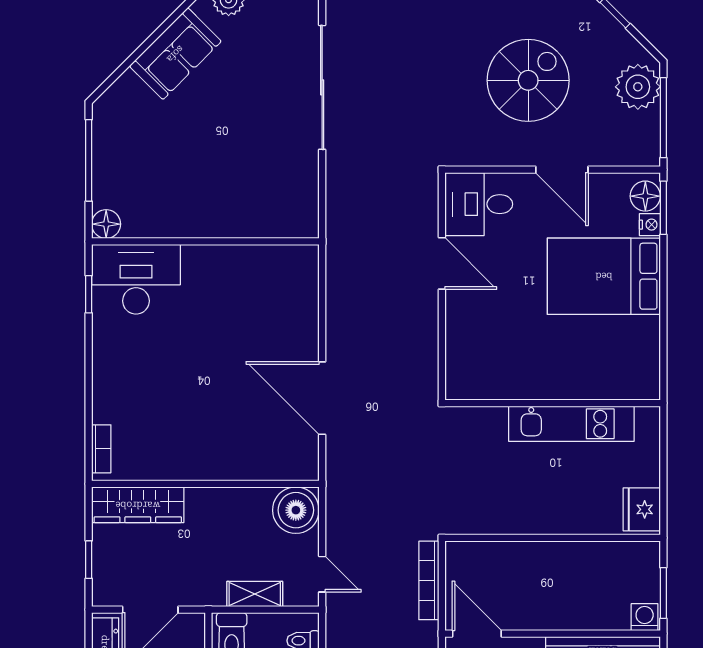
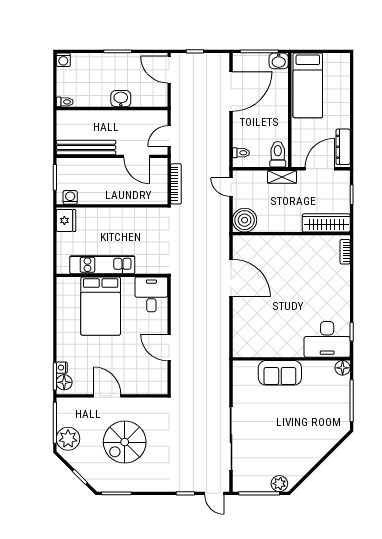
sofa: (175, 54) -> (280, 373), moved, turned -135
desk: (479, 204) -> (151, 294), moved, turned -90
bed: (604, 276) -> (101, 306), moved, turned 90
shelving: (255, 594) -> (282, 177), moved
washing machine: (645, 617) -> (70, 197), moved, turned 180
door: (477, 634) -> (137, 156), moved

